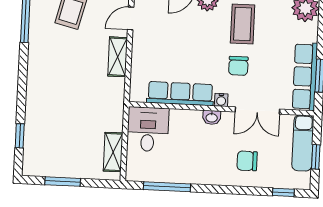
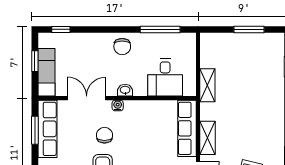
row of seats: (180, 94) -> (187, 128), moved, turned 90
desk: (148, 129) -> (165, 77), moved
shelving: (113, 152) -> (207, 85), moved
chair: (247, 161) -> (122, 47), moved, turned 90

